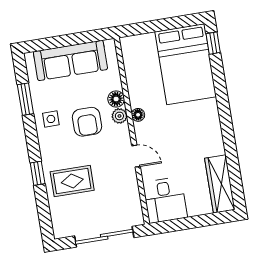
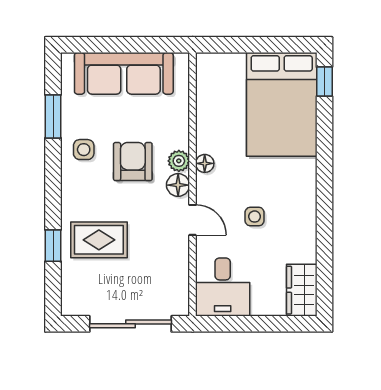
floor lamp: (116, 99) -> (178, 185), moved
armchair: (87, 122) -> (133, 162), turned 180
side table: (179, 147) -> (255, 217), added
window: (38, 173) -> (53, 246), moved
wardrobe: (220, 184) -> (302, 290), width x0.67

